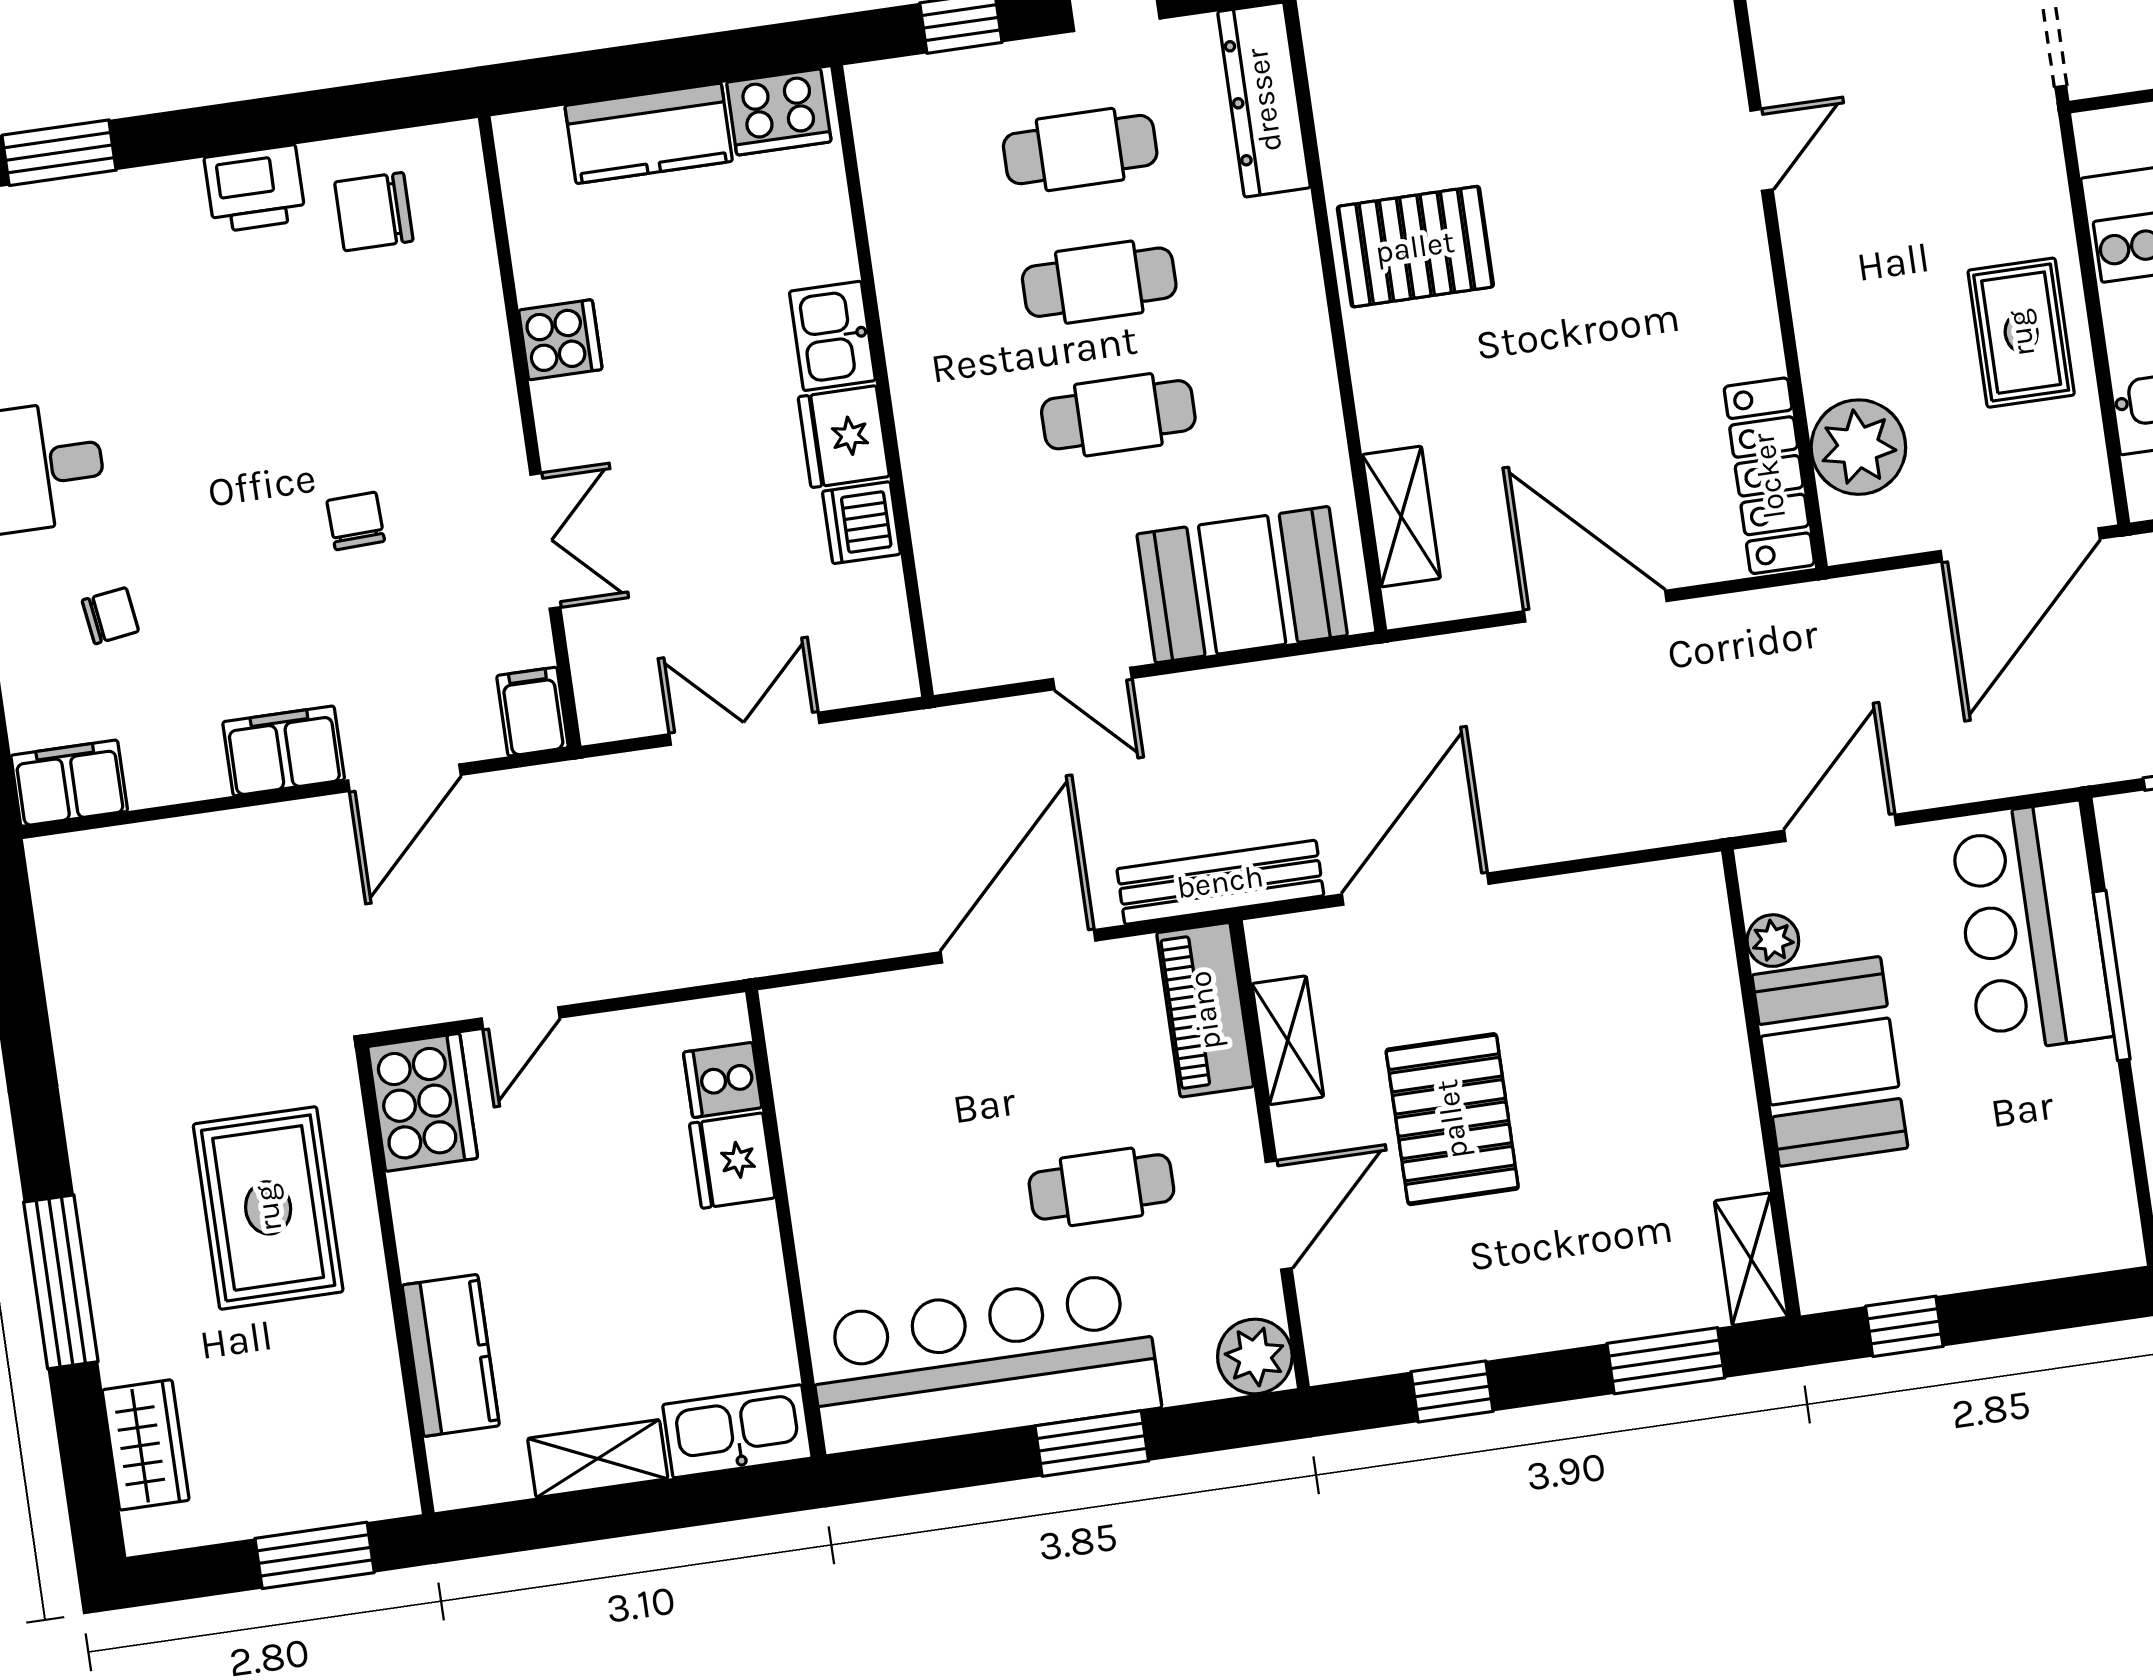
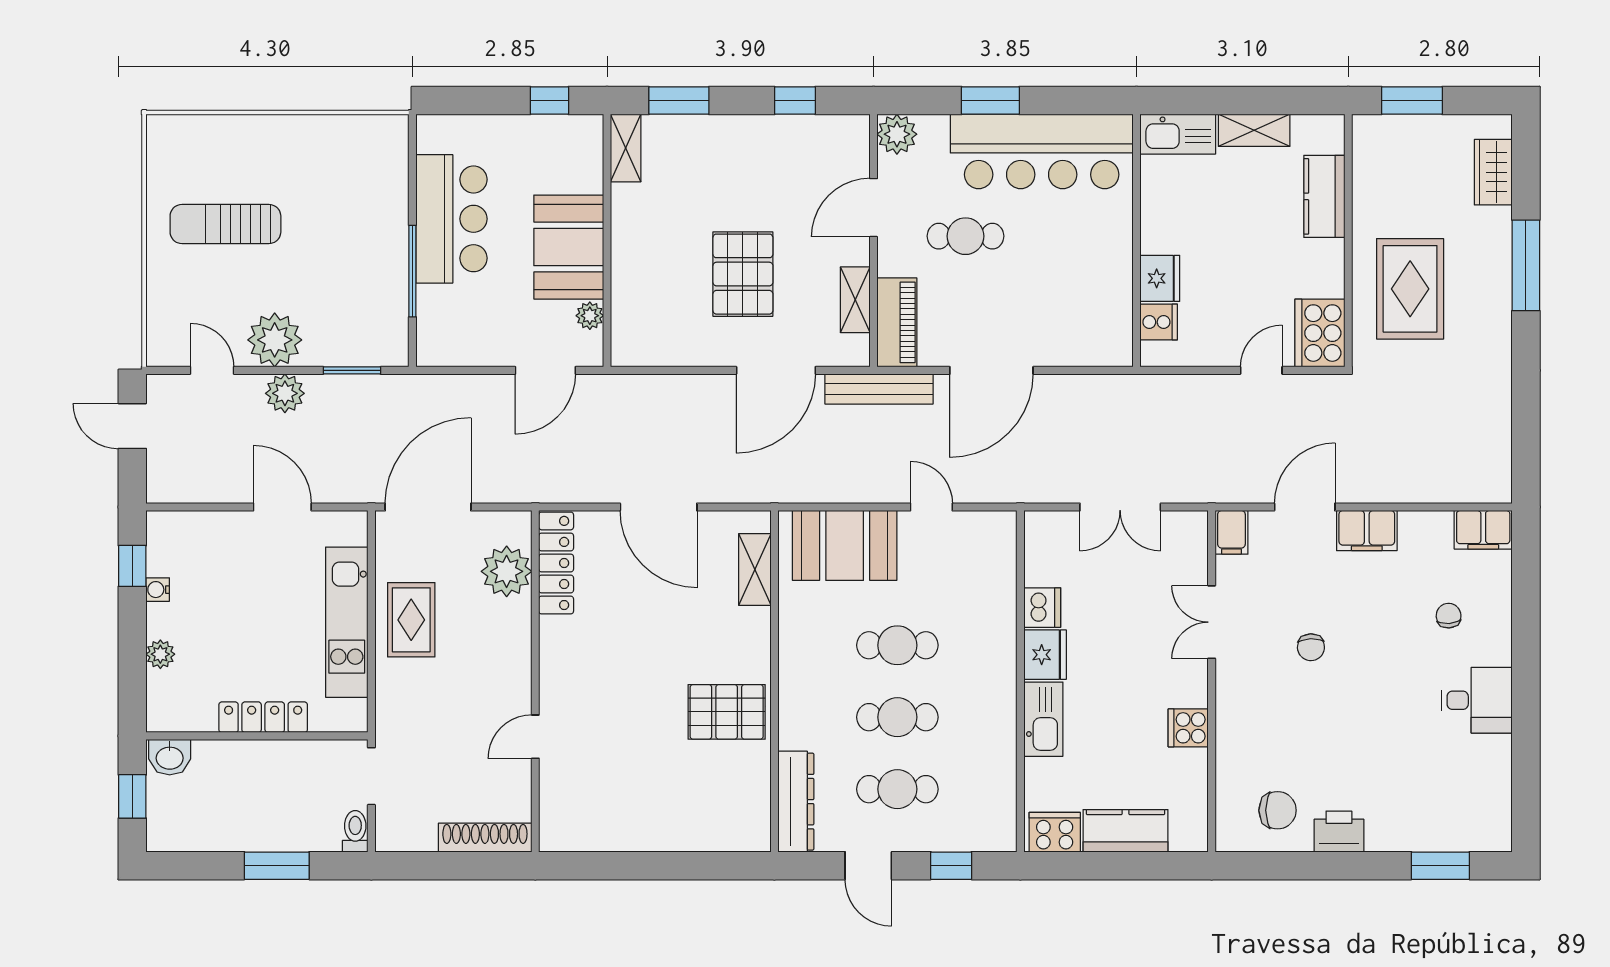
kitchen sink: (832, 336) -> (1043, 719), width x1.38
chair: (110, 616) -> (1449, 616), turned 94
bar counter: (2031, 927) -> (451, 219), moved
pallet: (1452, 1119) -> (743, 274), moved

